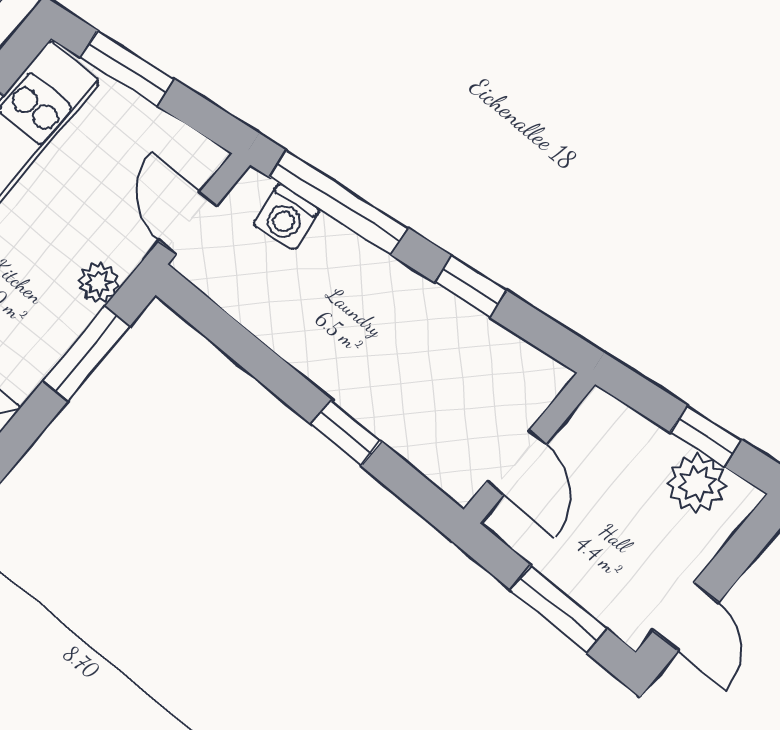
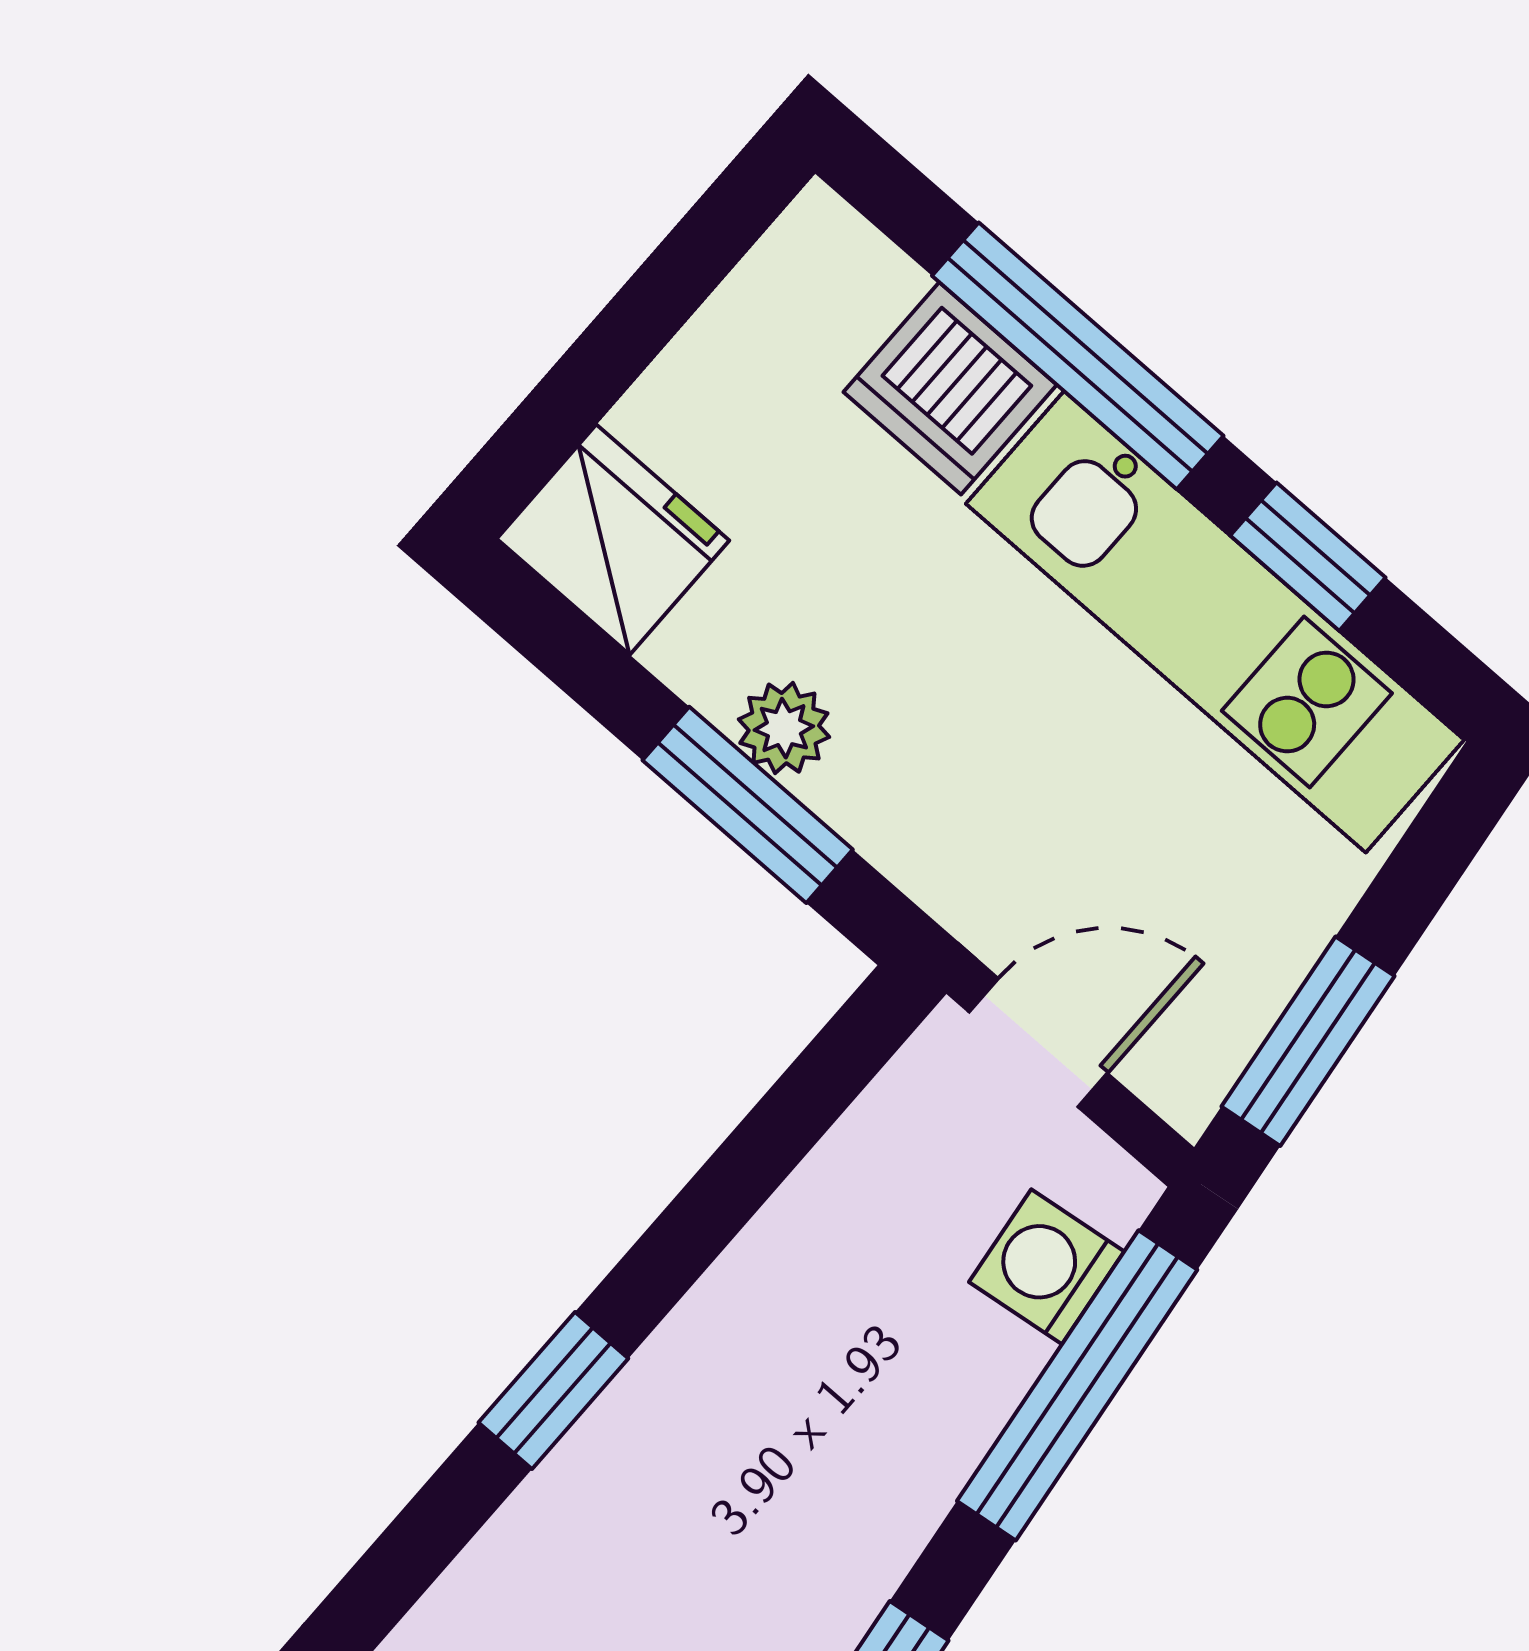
window: (127, 68) -> (1308, 1041), moved
plant: (99, 283) -> (784, 728), moved

